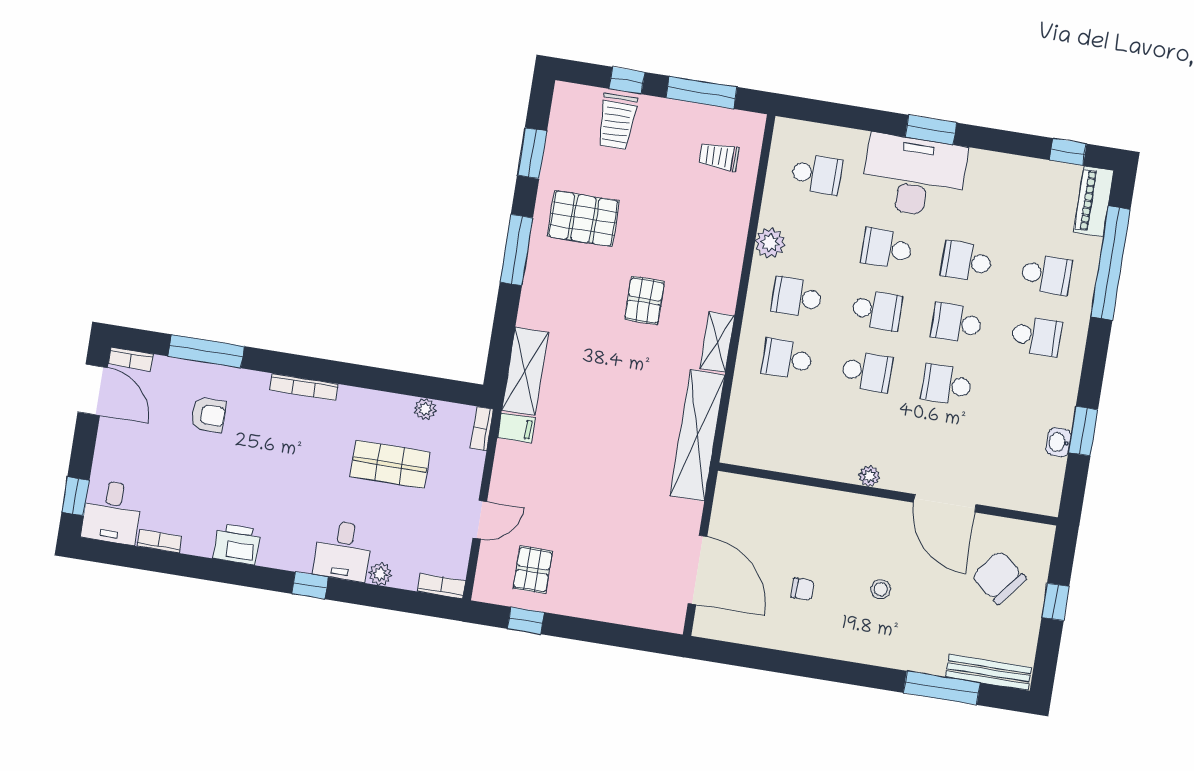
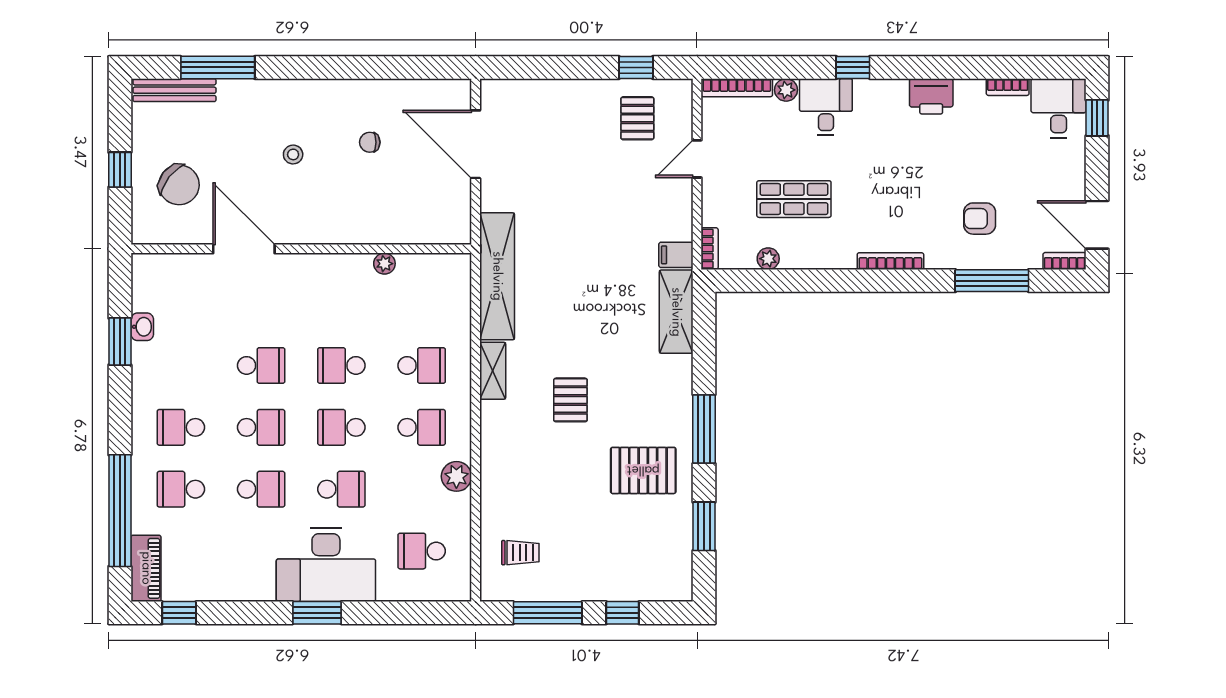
trolley: (617, 121) -> (626, 571), removed
plant: (869, 476) -> (384, 264), moved
bookcase: (441, 586) -> (737, 88), width x1.56

